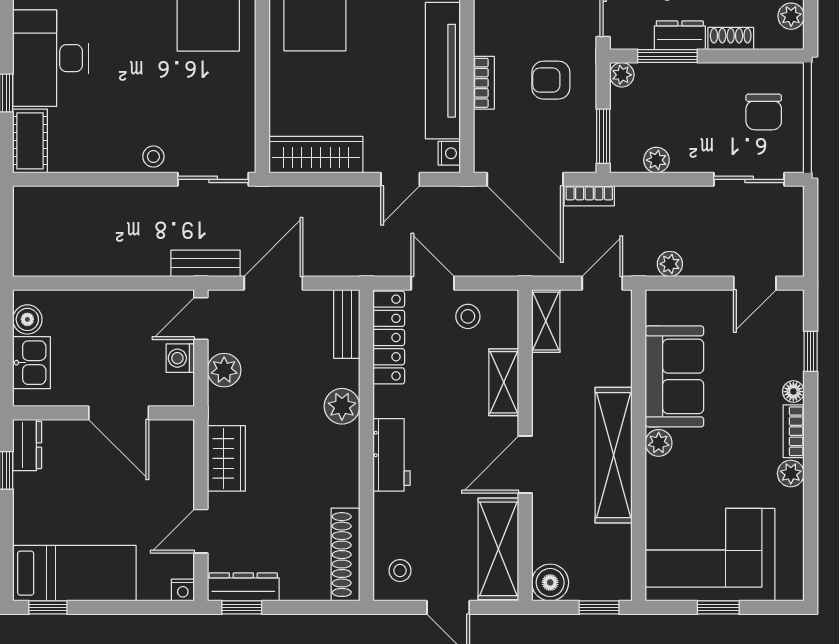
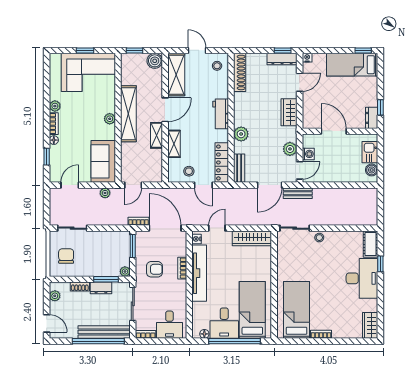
plant: (656, 160) -> (111, 236), removed
shelving: (546, 321) -> (157, 135), moved
sofa: (674, 376) -> (103, 161), moved

